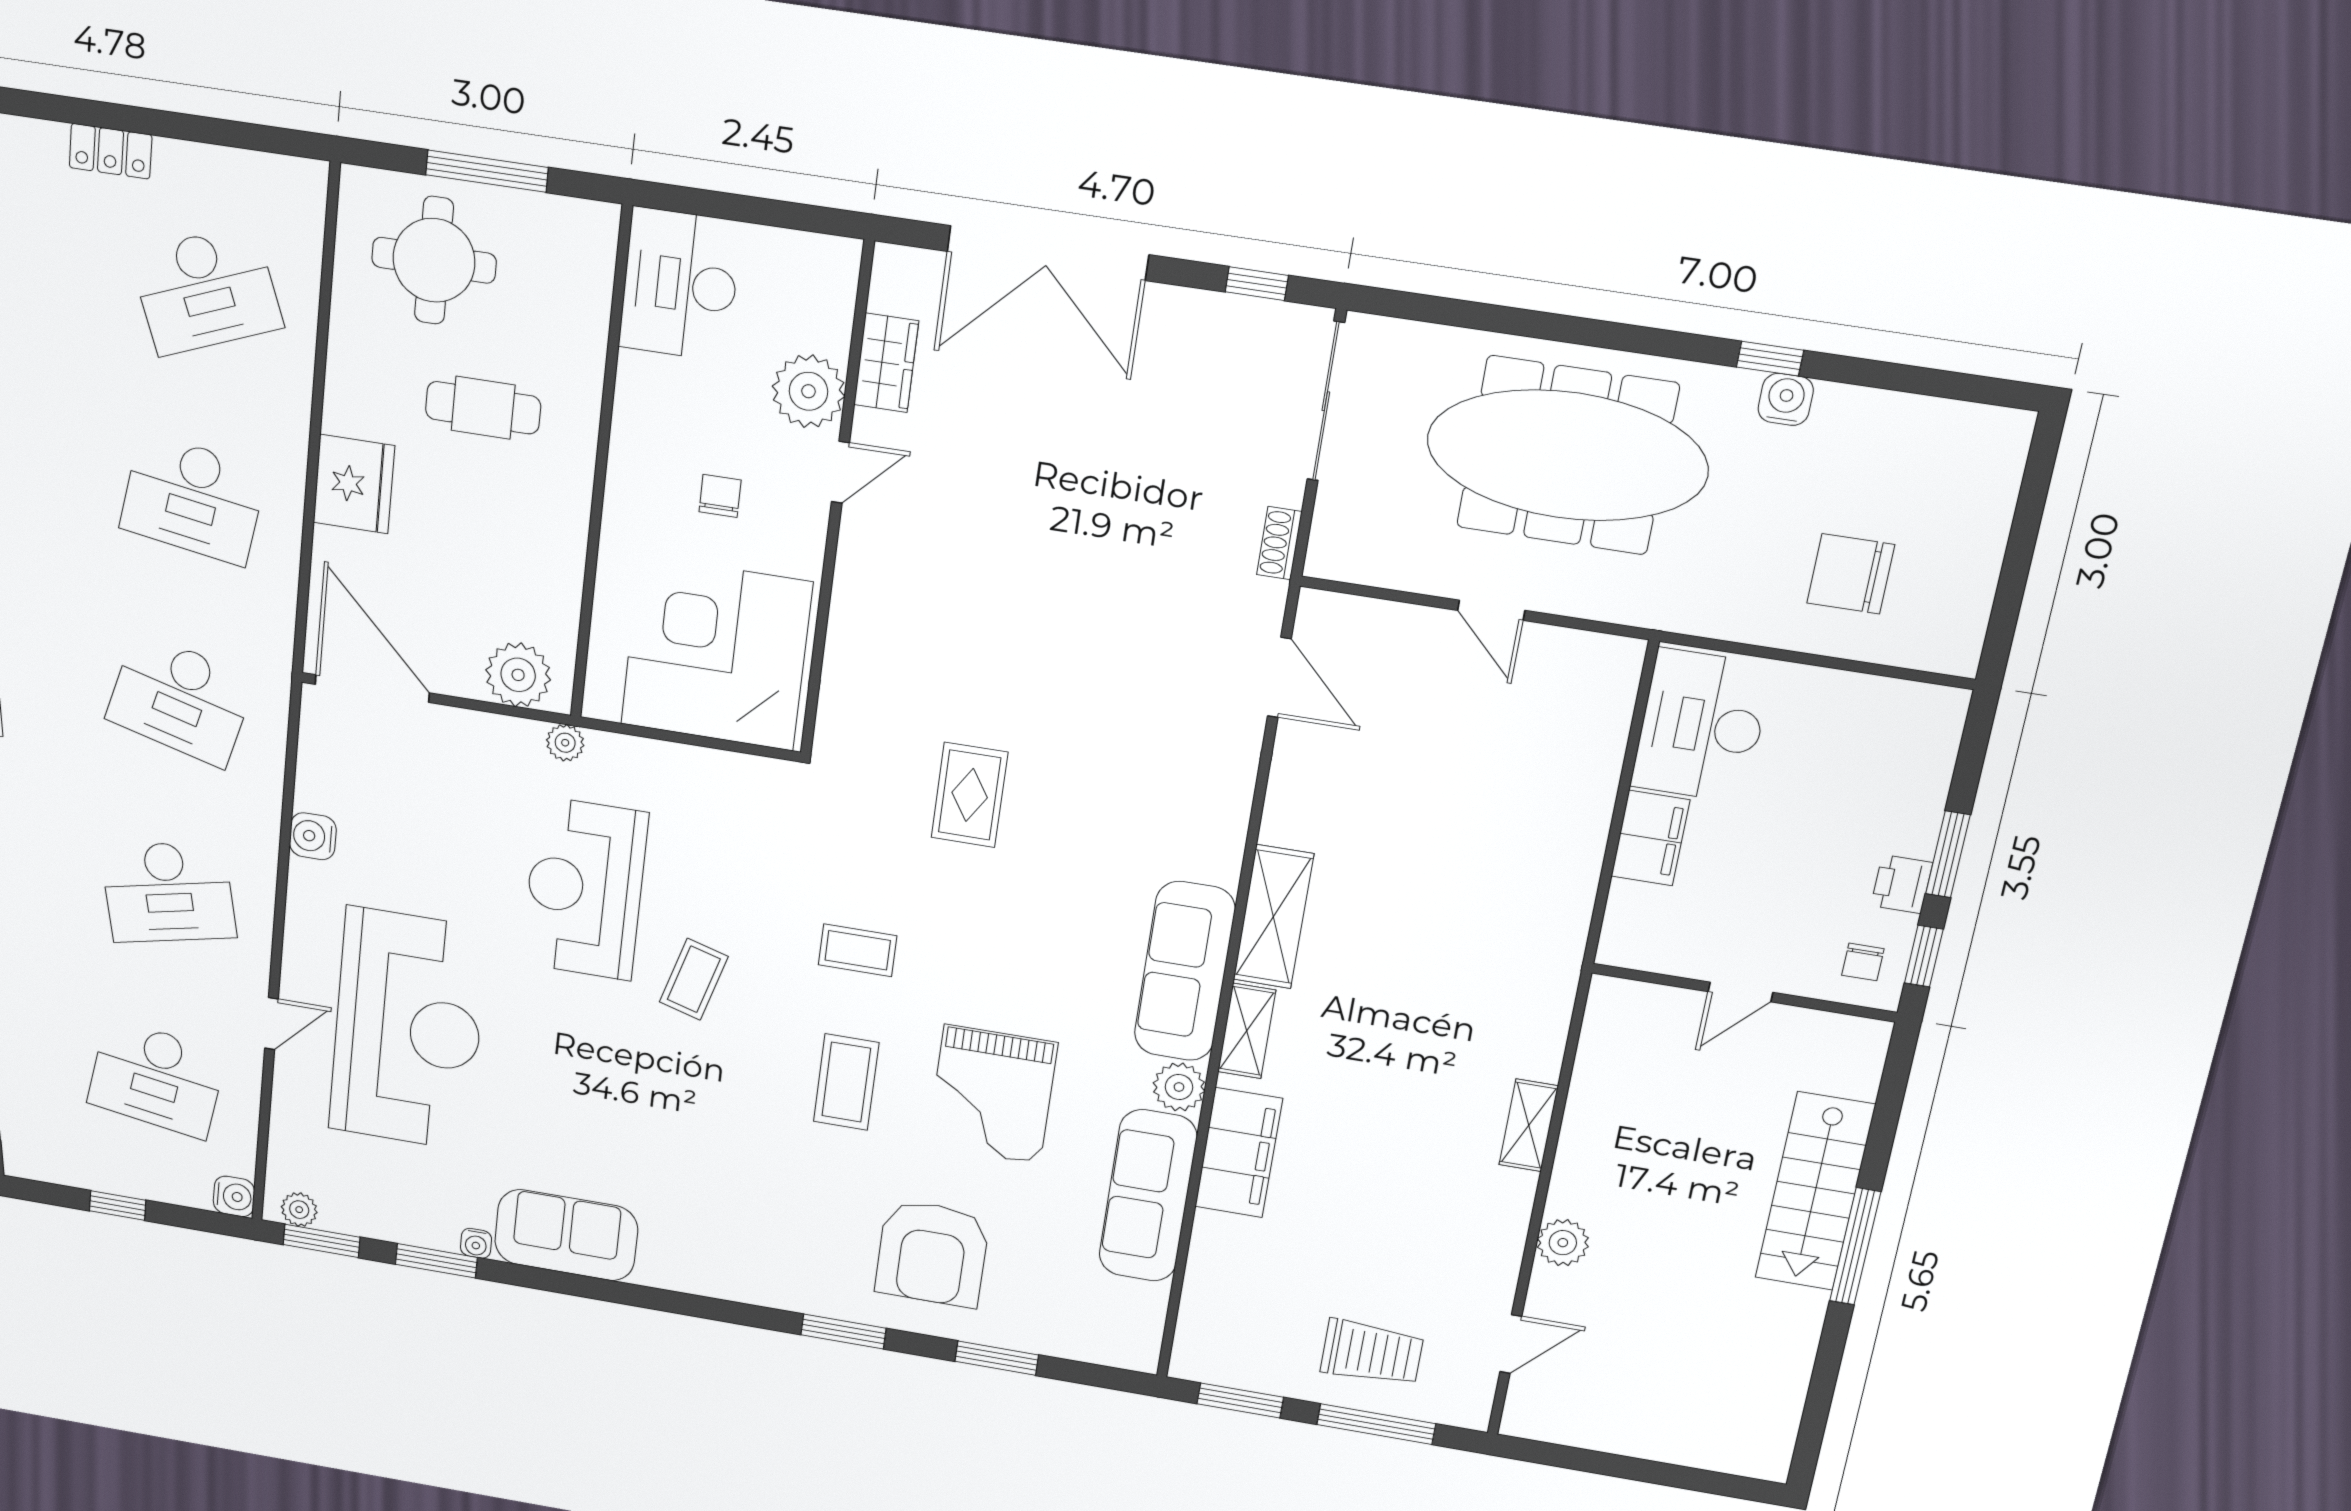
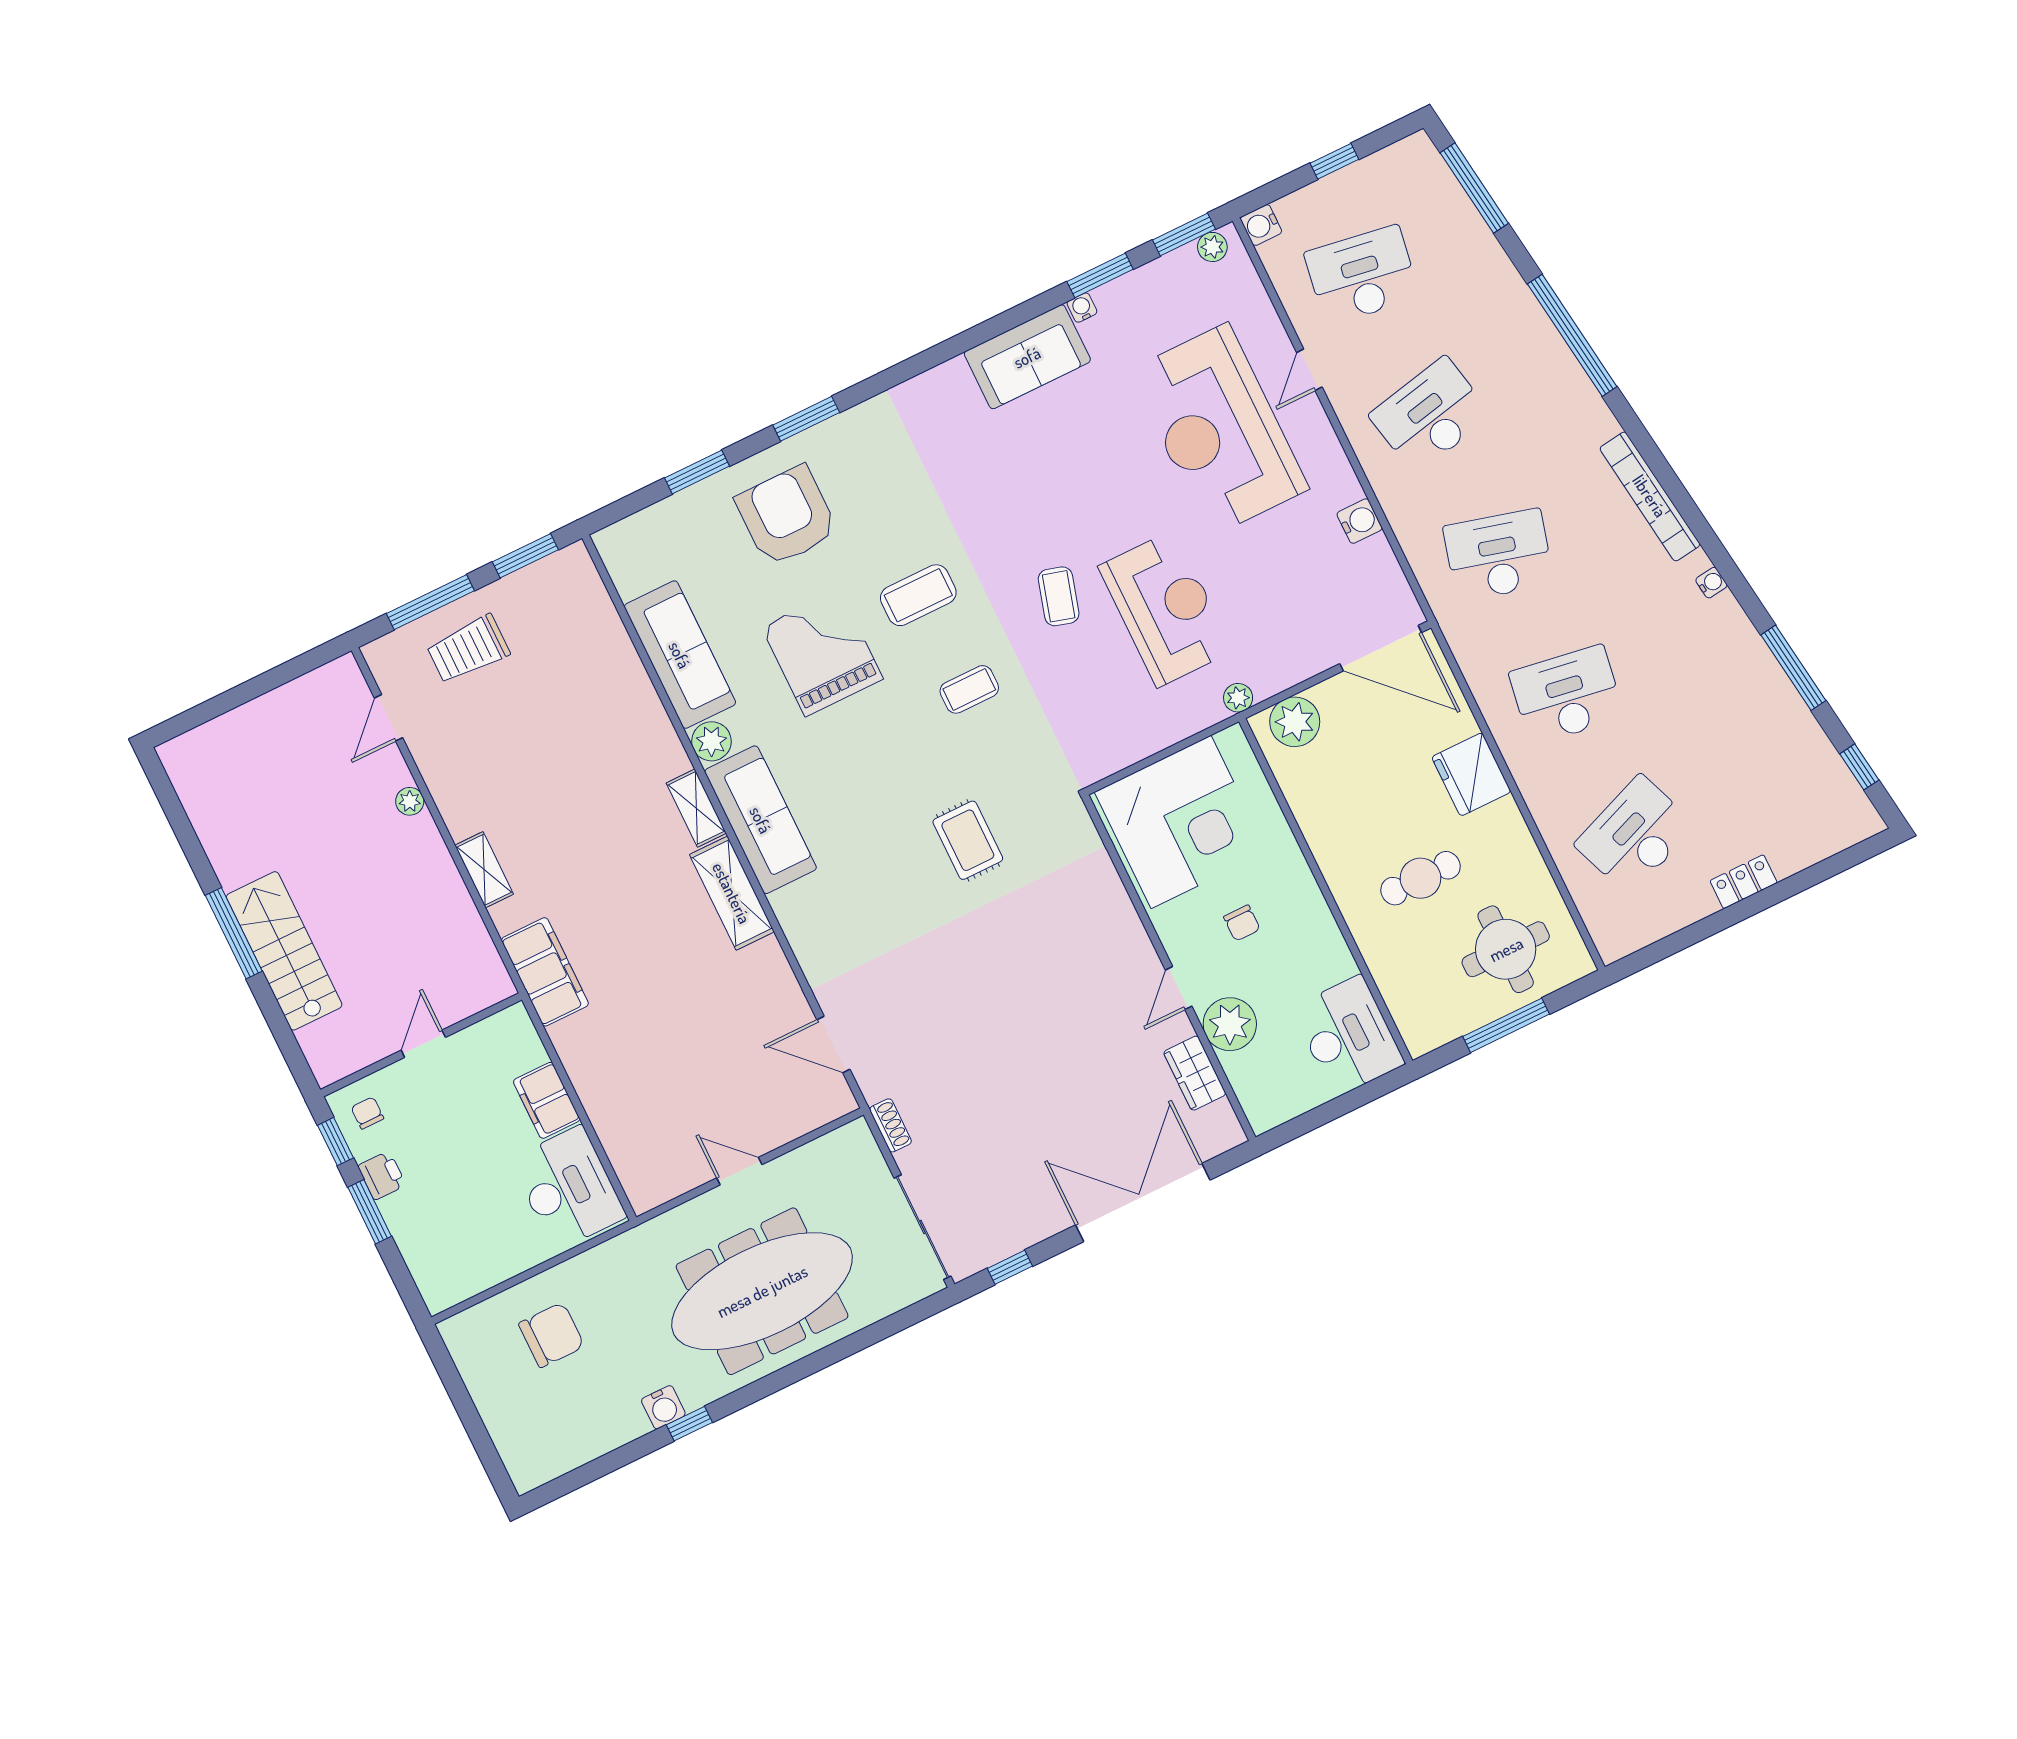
coffee table: (846, 1082) -> (918, 595), turned 90
filing cabinet: (1239, 1153) -> (545, 972), moved, turned 180
plant: (1563, 1243) -> (410, 801), width x0.73, depth x0.73

